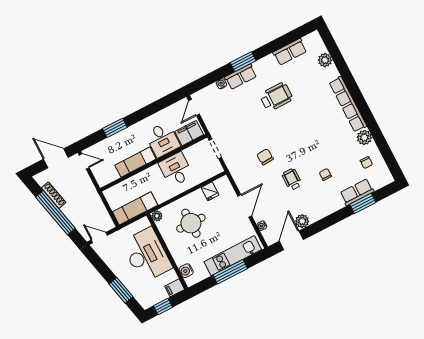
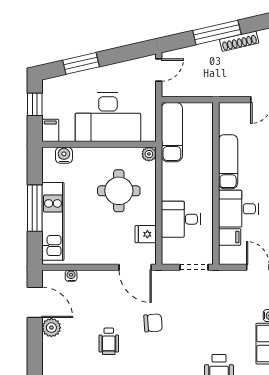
filing cabinet: (189, 133) -> (230, 237), width x0.50
desk: (176, 169) -> (181, 219), moved, turned 180
wheelchair: (292, 179) -> (109, 341), turned 90
door: (245, 206) -> (135, 267), moved
window: (55, 213) -> (217, 32), width x0.68

